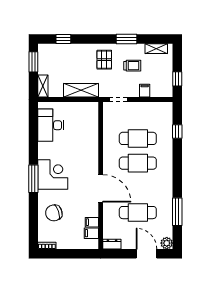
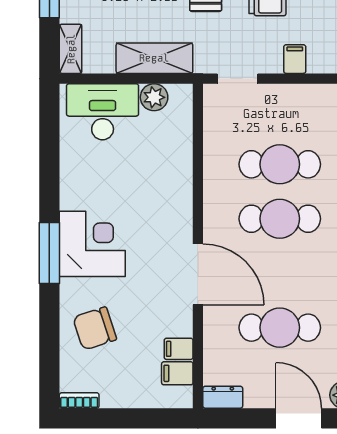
plant: (81, 108) -> (154, 97), added
desk: (51, 125) -> (103, 112), moved, turned 90

